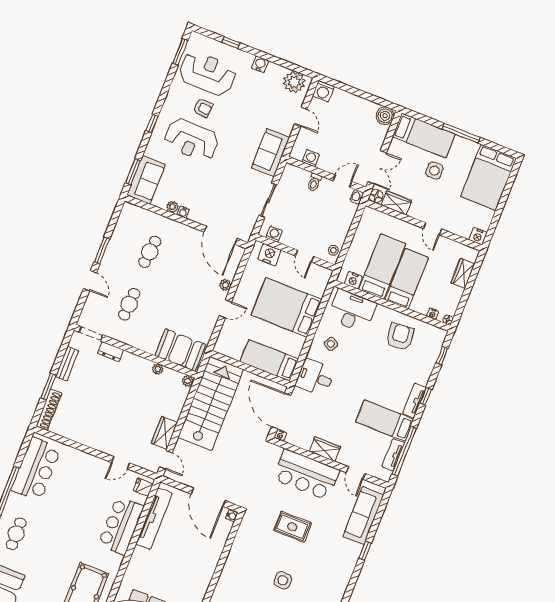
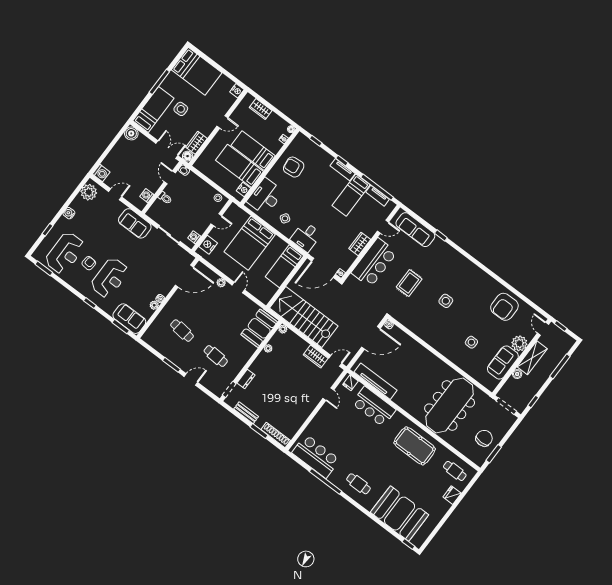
reception desk: (207, 73) -> (65, 253), turned 180

